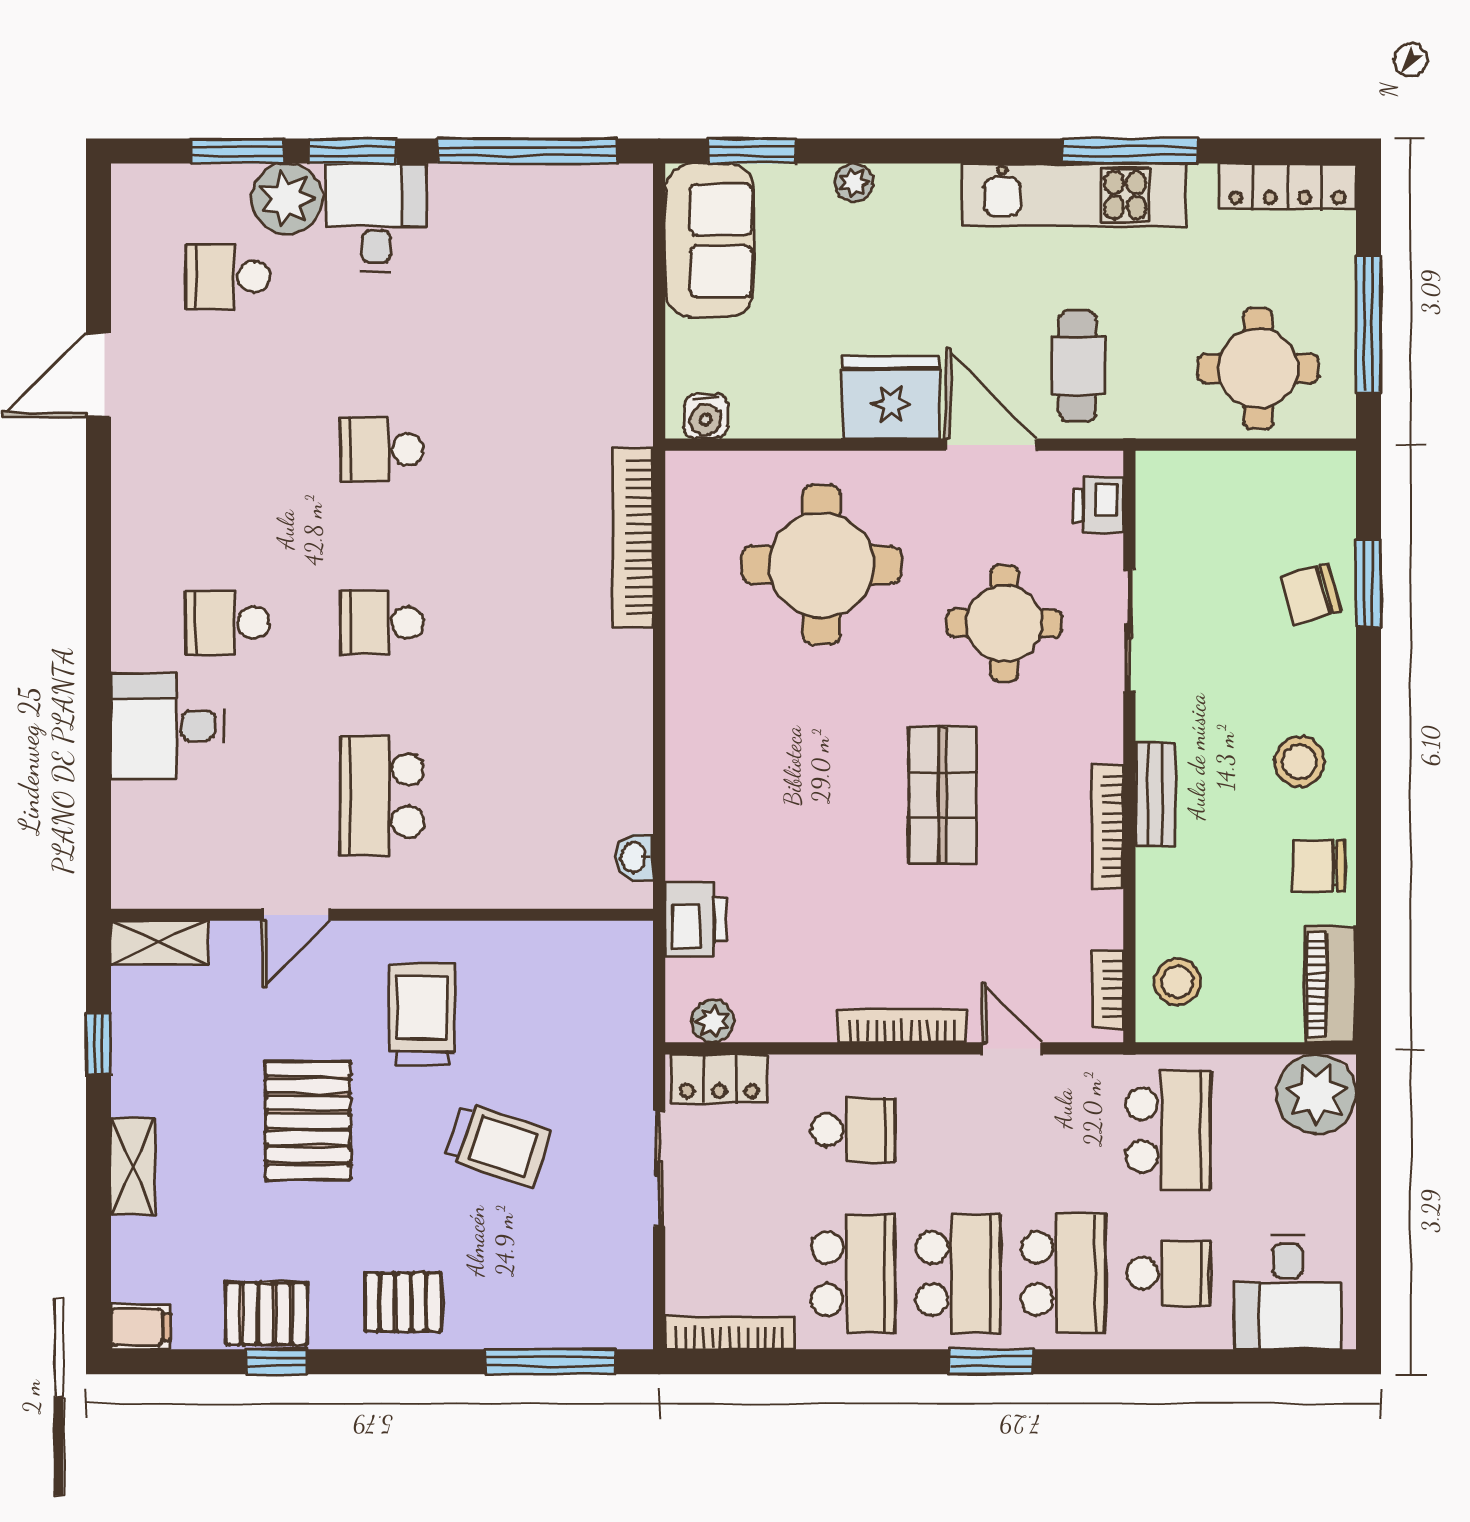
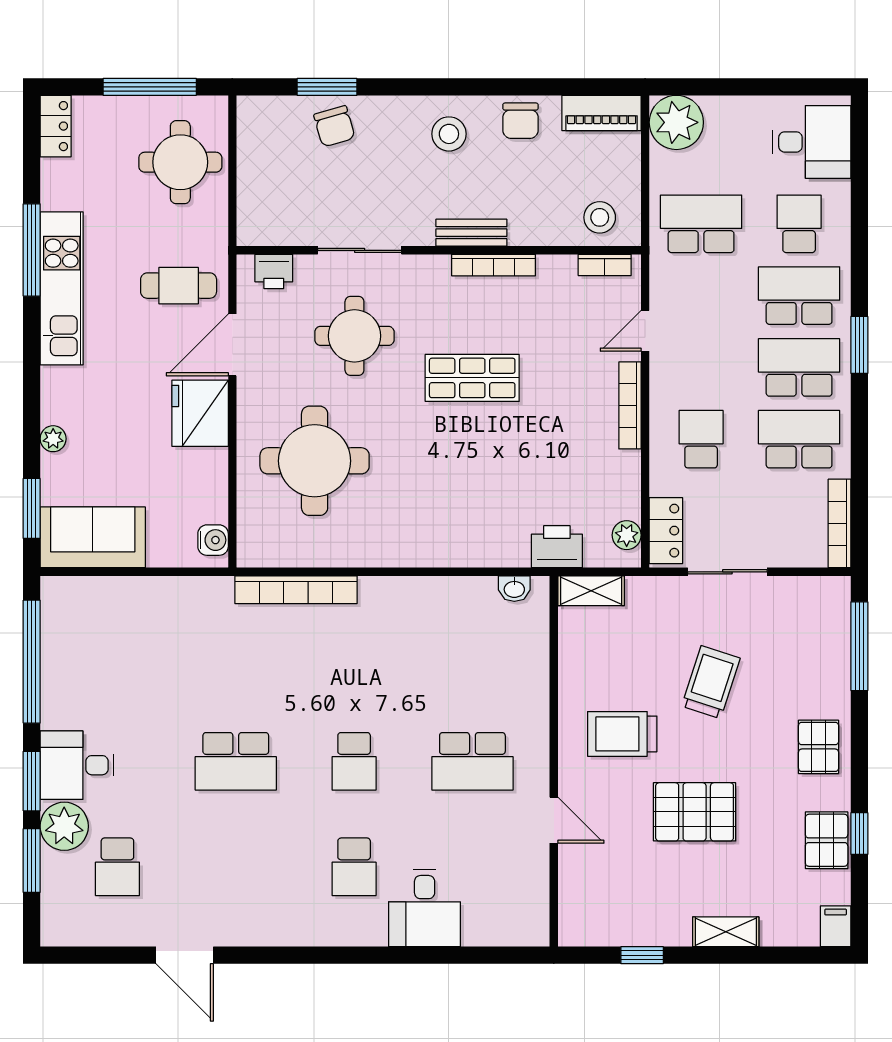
locker: (1287, 186) -> (56, 126), width x0.66
school desk: (382, 450) -> (236, 761), width x1.85
shelving: (159, 943) -> (591, 591), moved, turned 90

